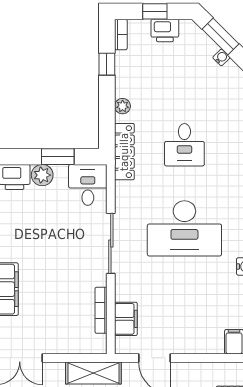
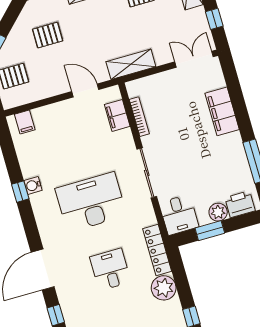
plant: (123, 106) -> (164, 288), width x1.87, depth x1.87

